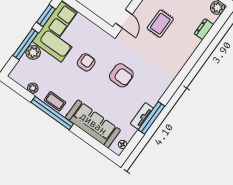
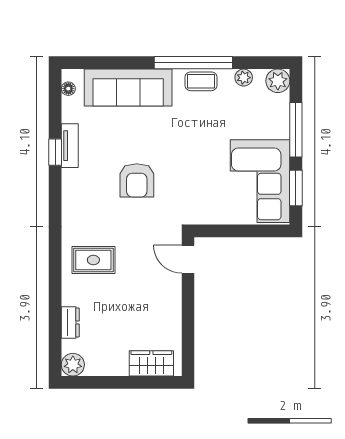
rug: (160, 24) -> (93, 260), moved, turned 90
plant: (33, 52) -> (278, 81), moved
armchair: (86, 62) -> (197, 164), removed
armchair: (121, 75) -> (137, 180), turned -90
window: (151, 118) -> (55, 152), width x0.46

